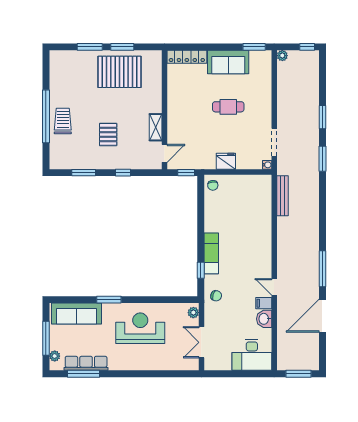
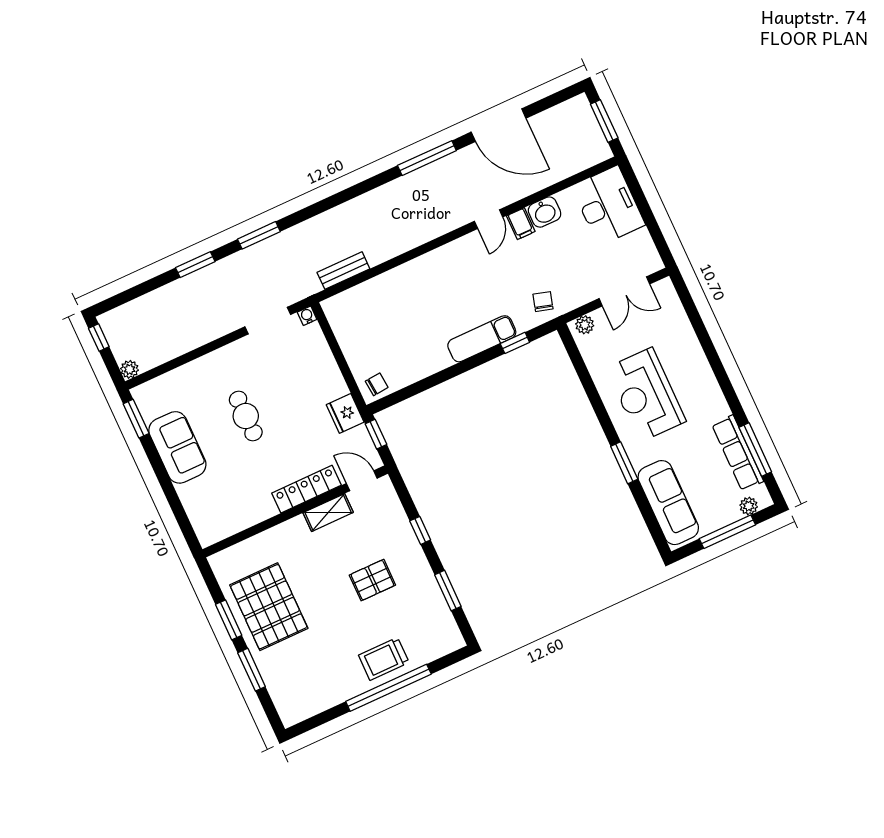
locker: (187, 57) -> (306, 489), moved, turned -90
fridge: (226, 161) -> (345, 413), moved
bench: (282, 196) -> (343, 271), width x0.73

